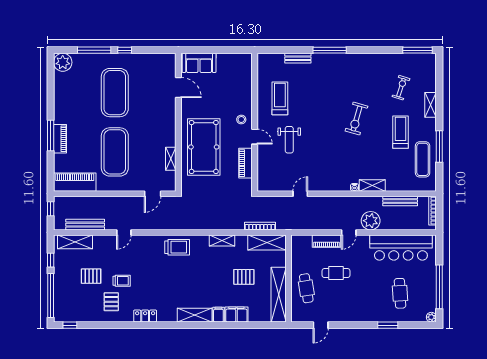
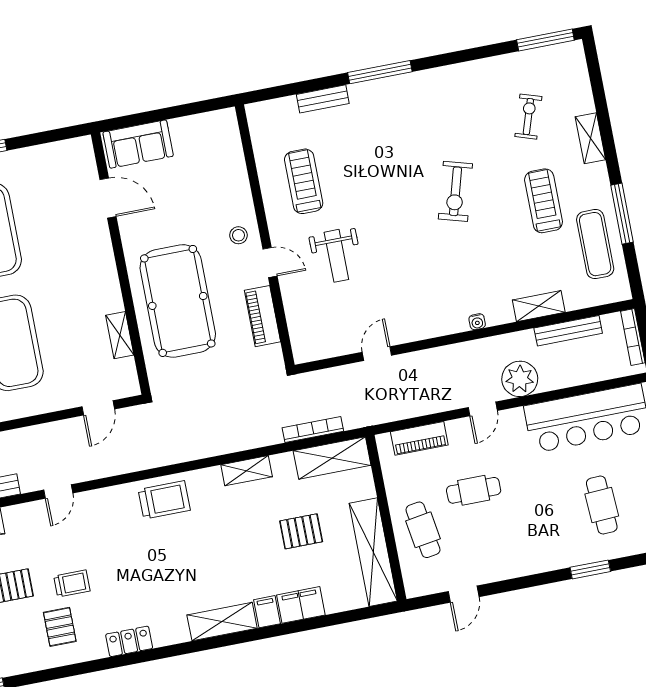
shelving: (372, 185) -> (539, 306), moved
piano: (326, 241) -> (419, 438), moved

